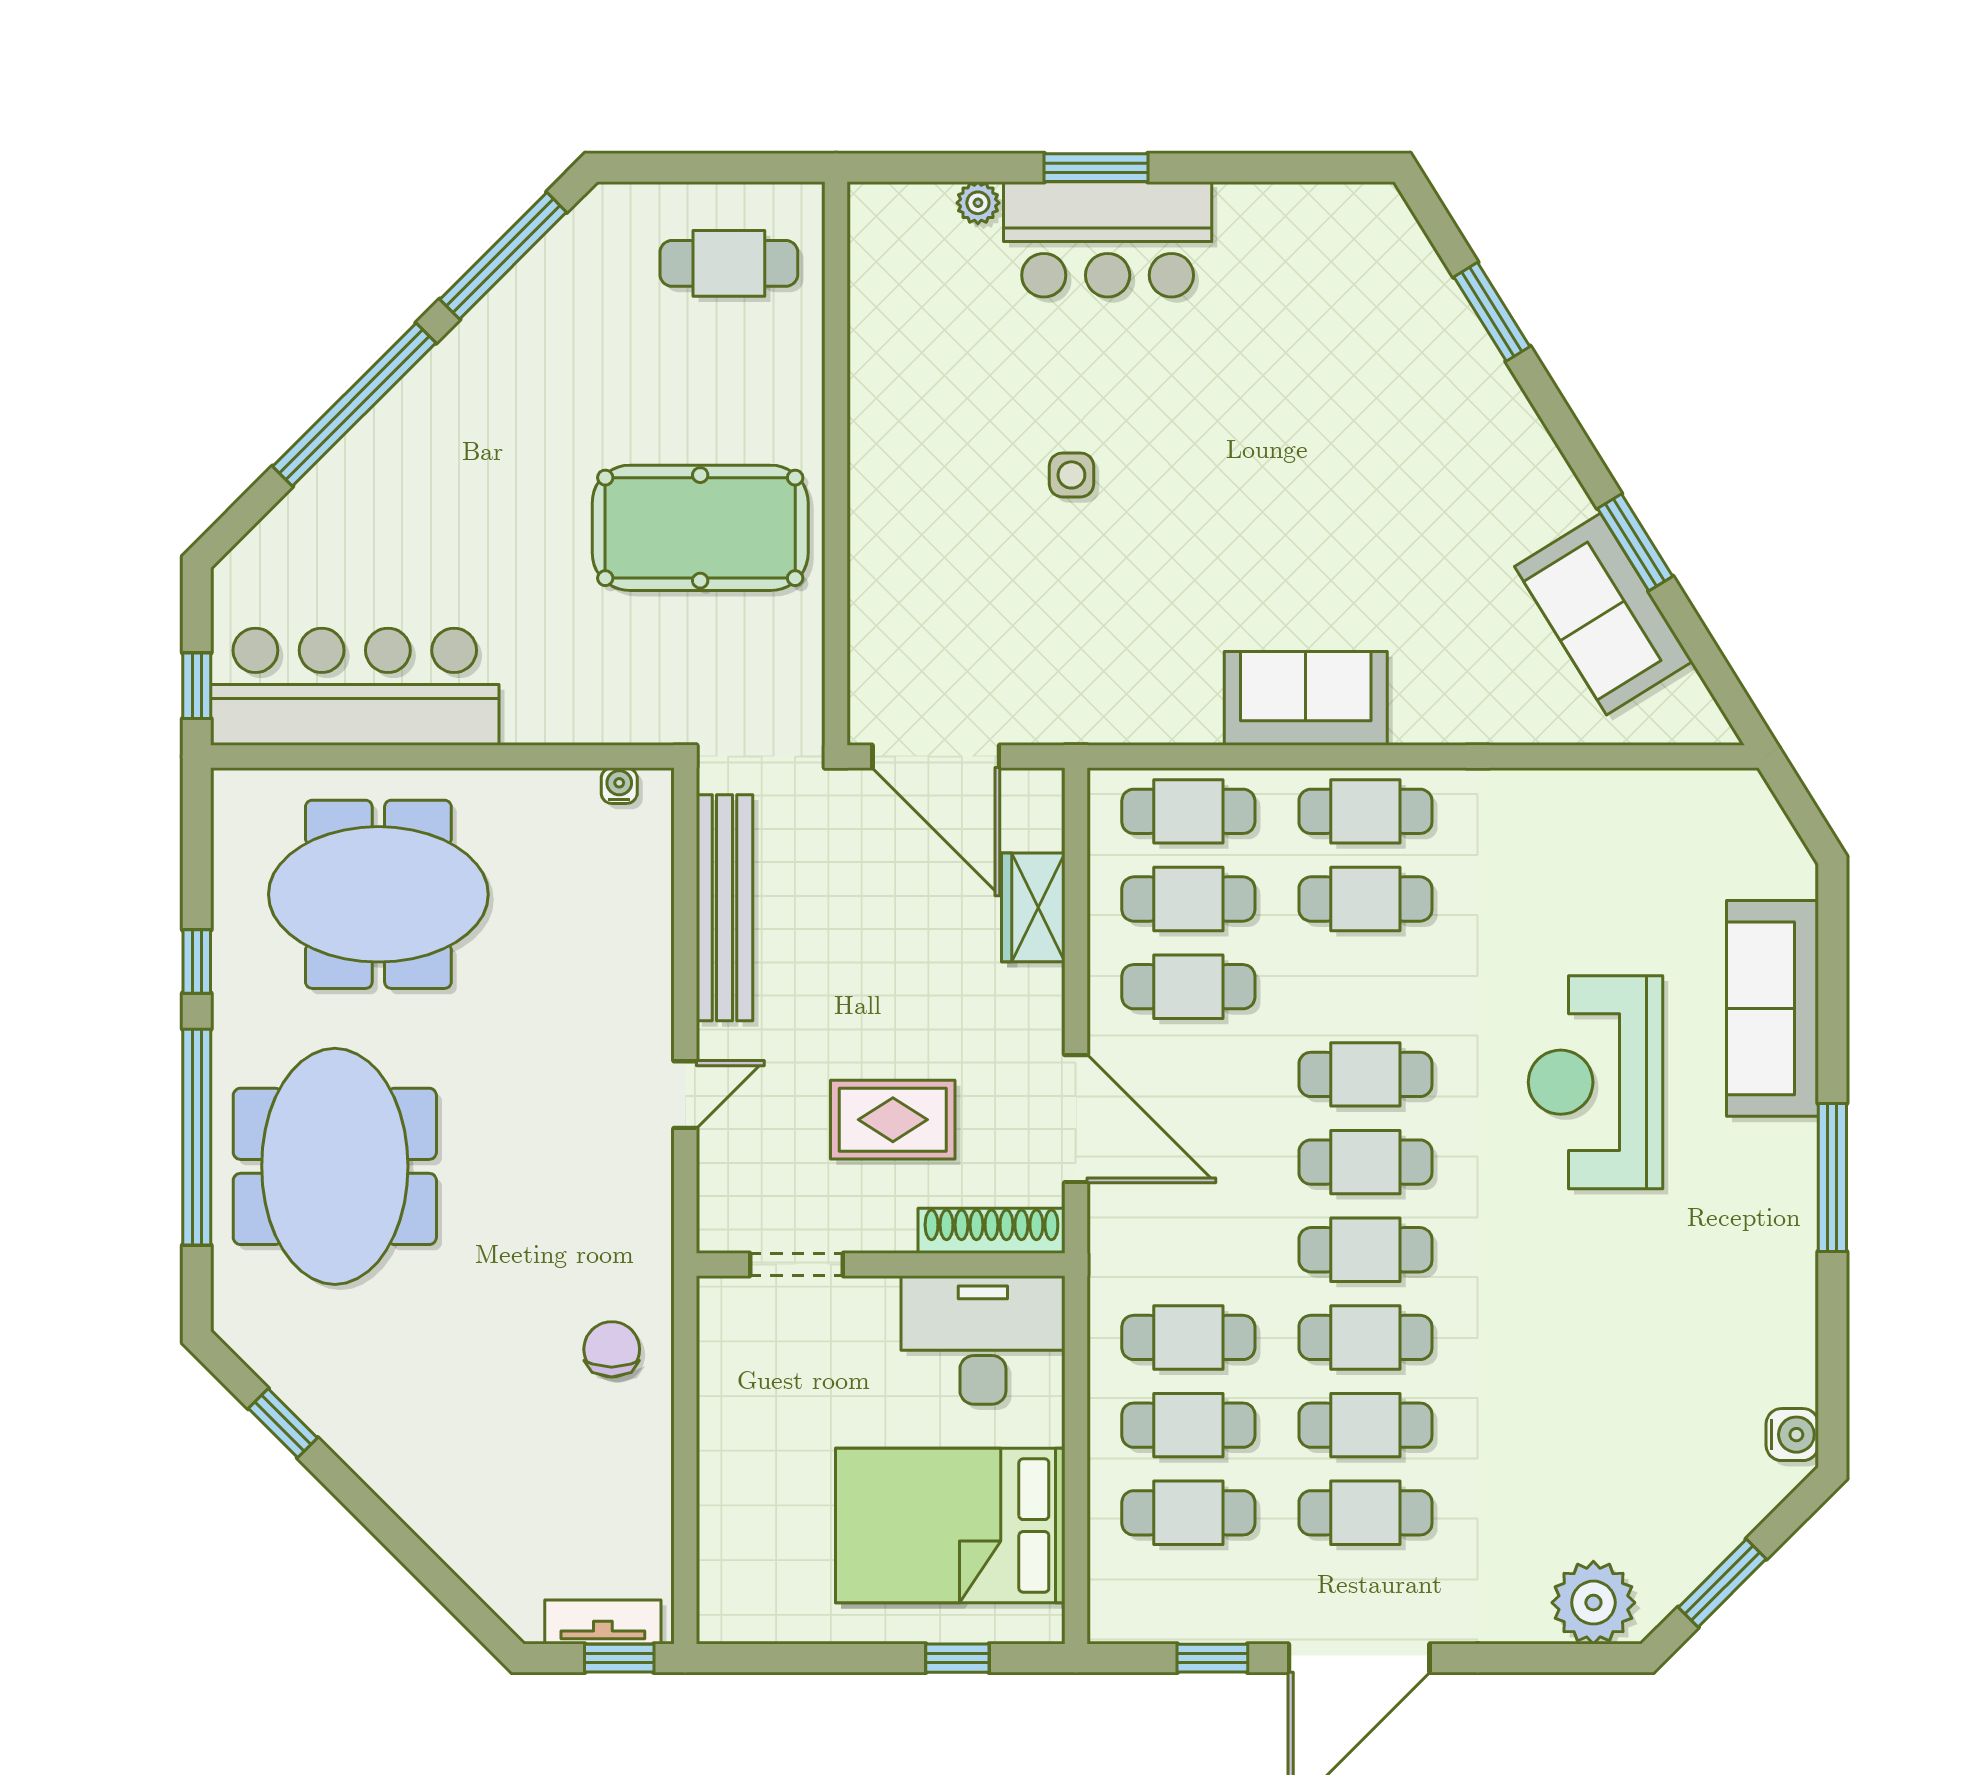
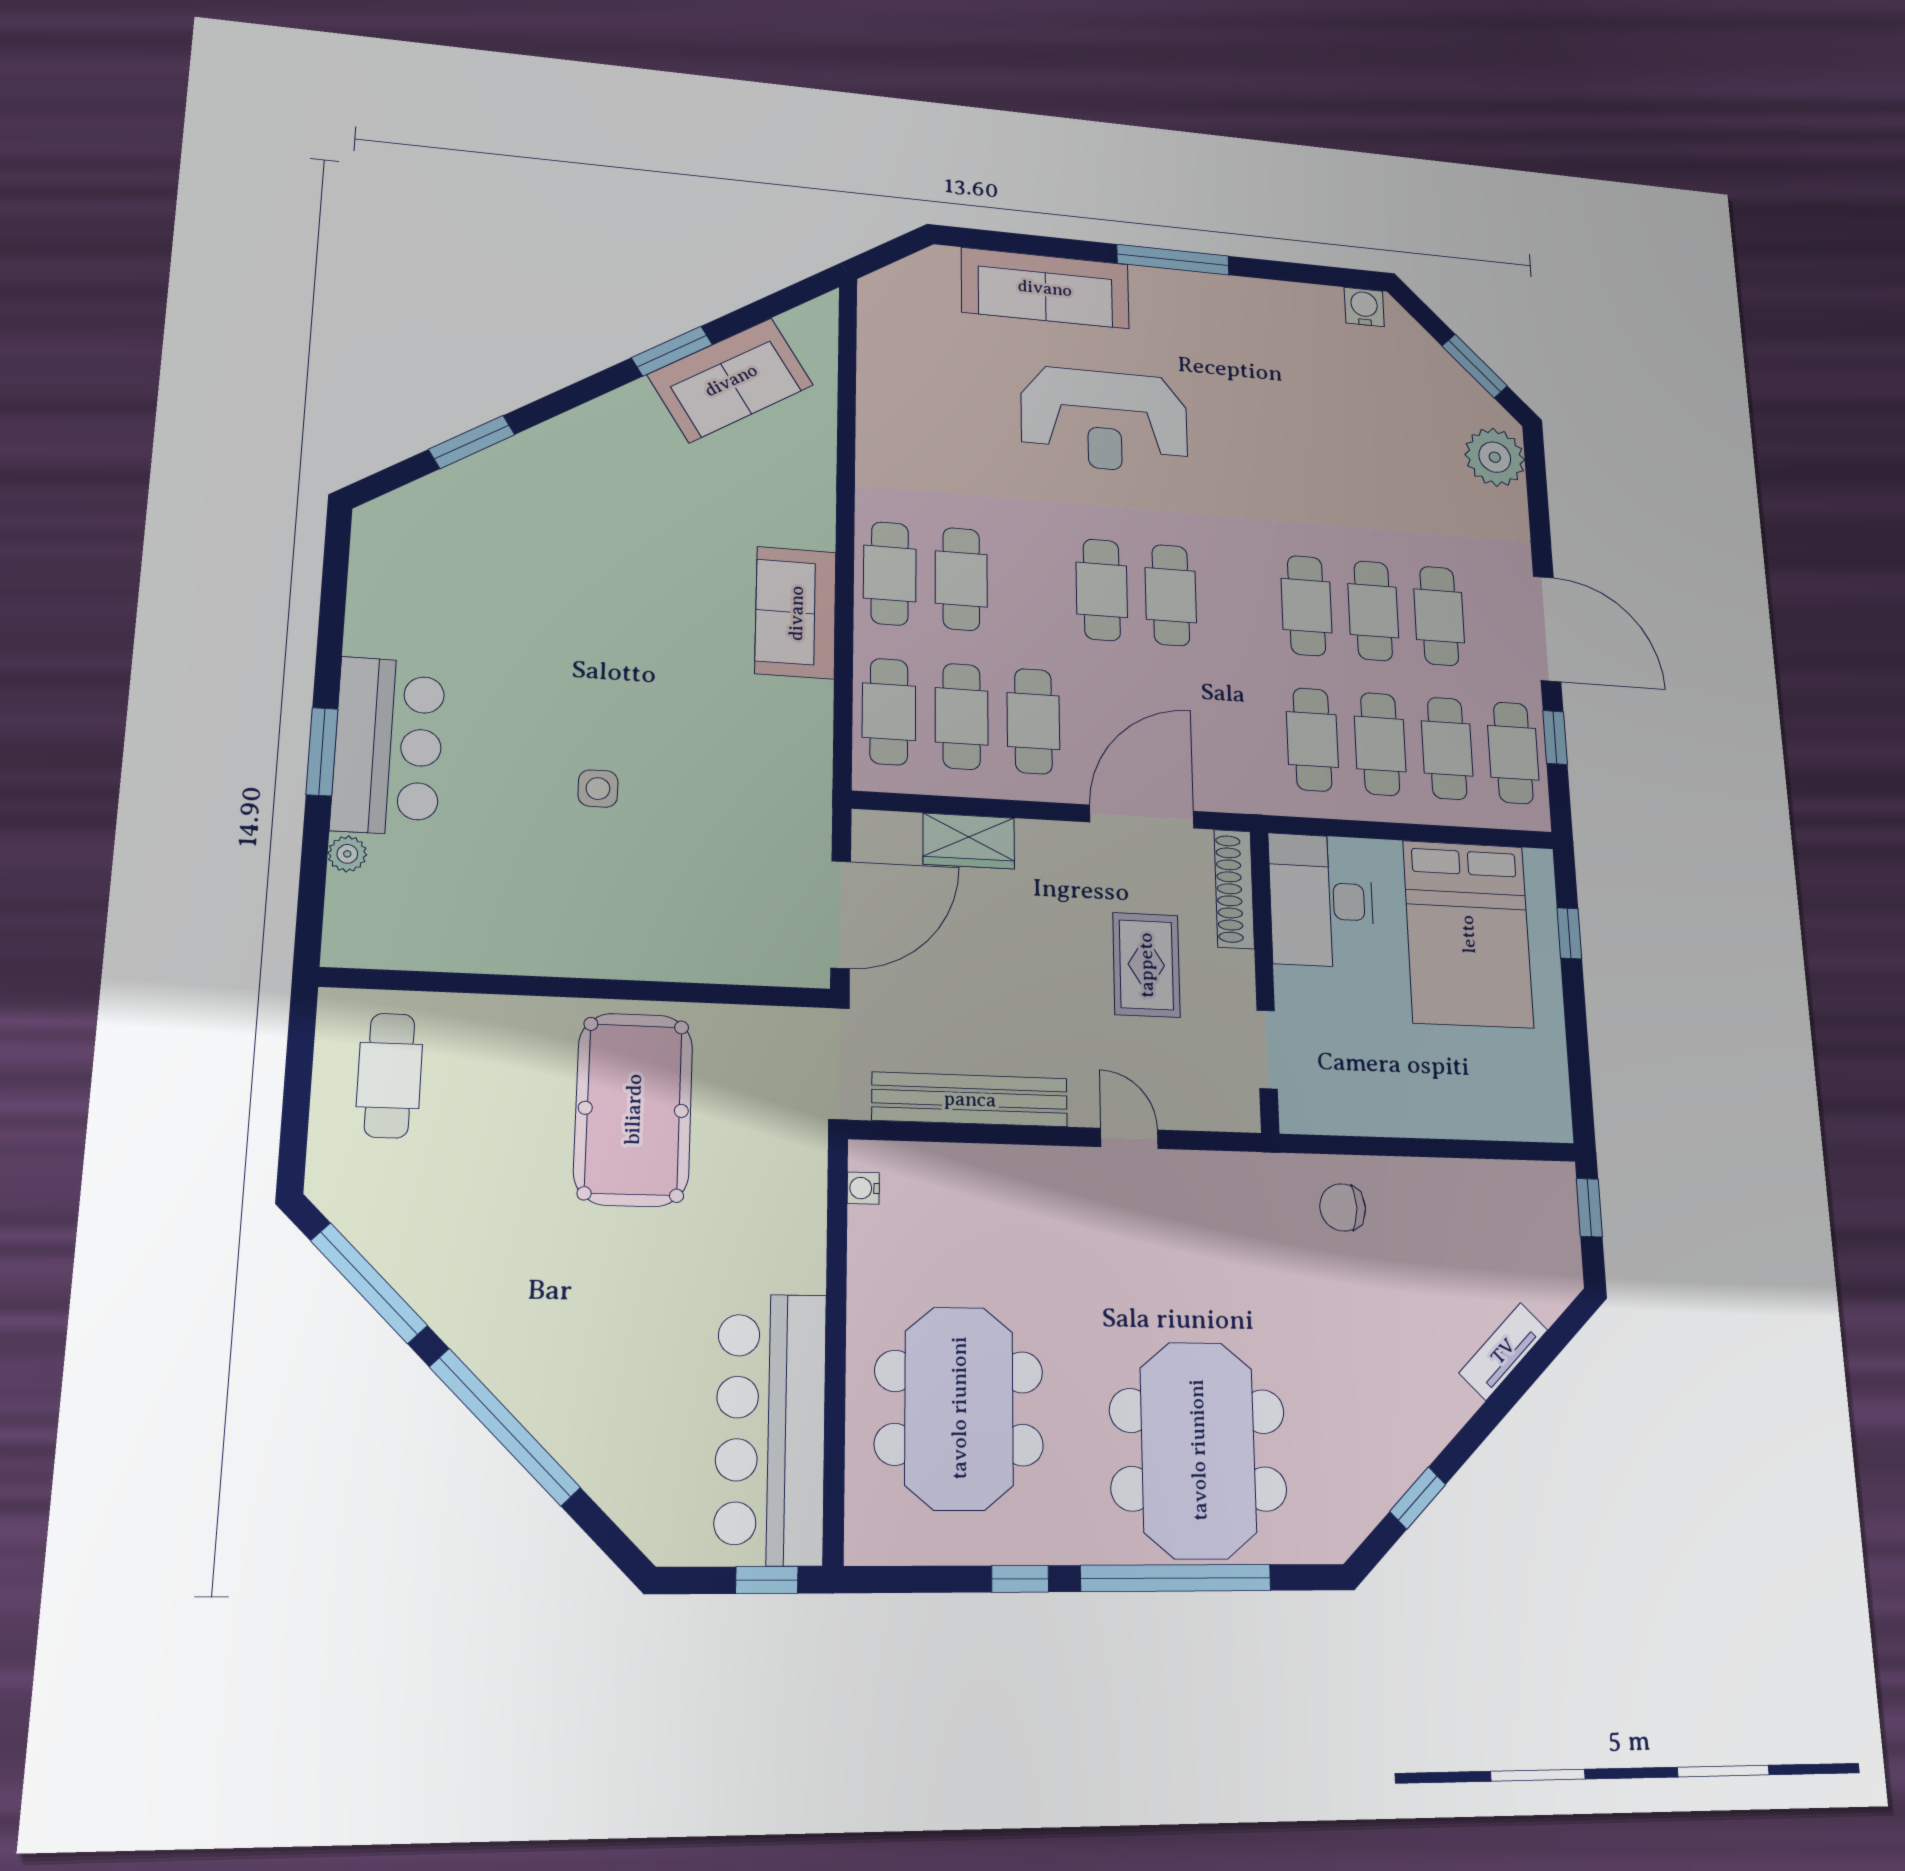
meeting table: (335, 1166) -> (1198, 1450), turned 90
cafe table: (1365, 1250) -> (1513, 753), moved
tv unit: (603, 1622) -> (1503, 1351), moved, turned 45

